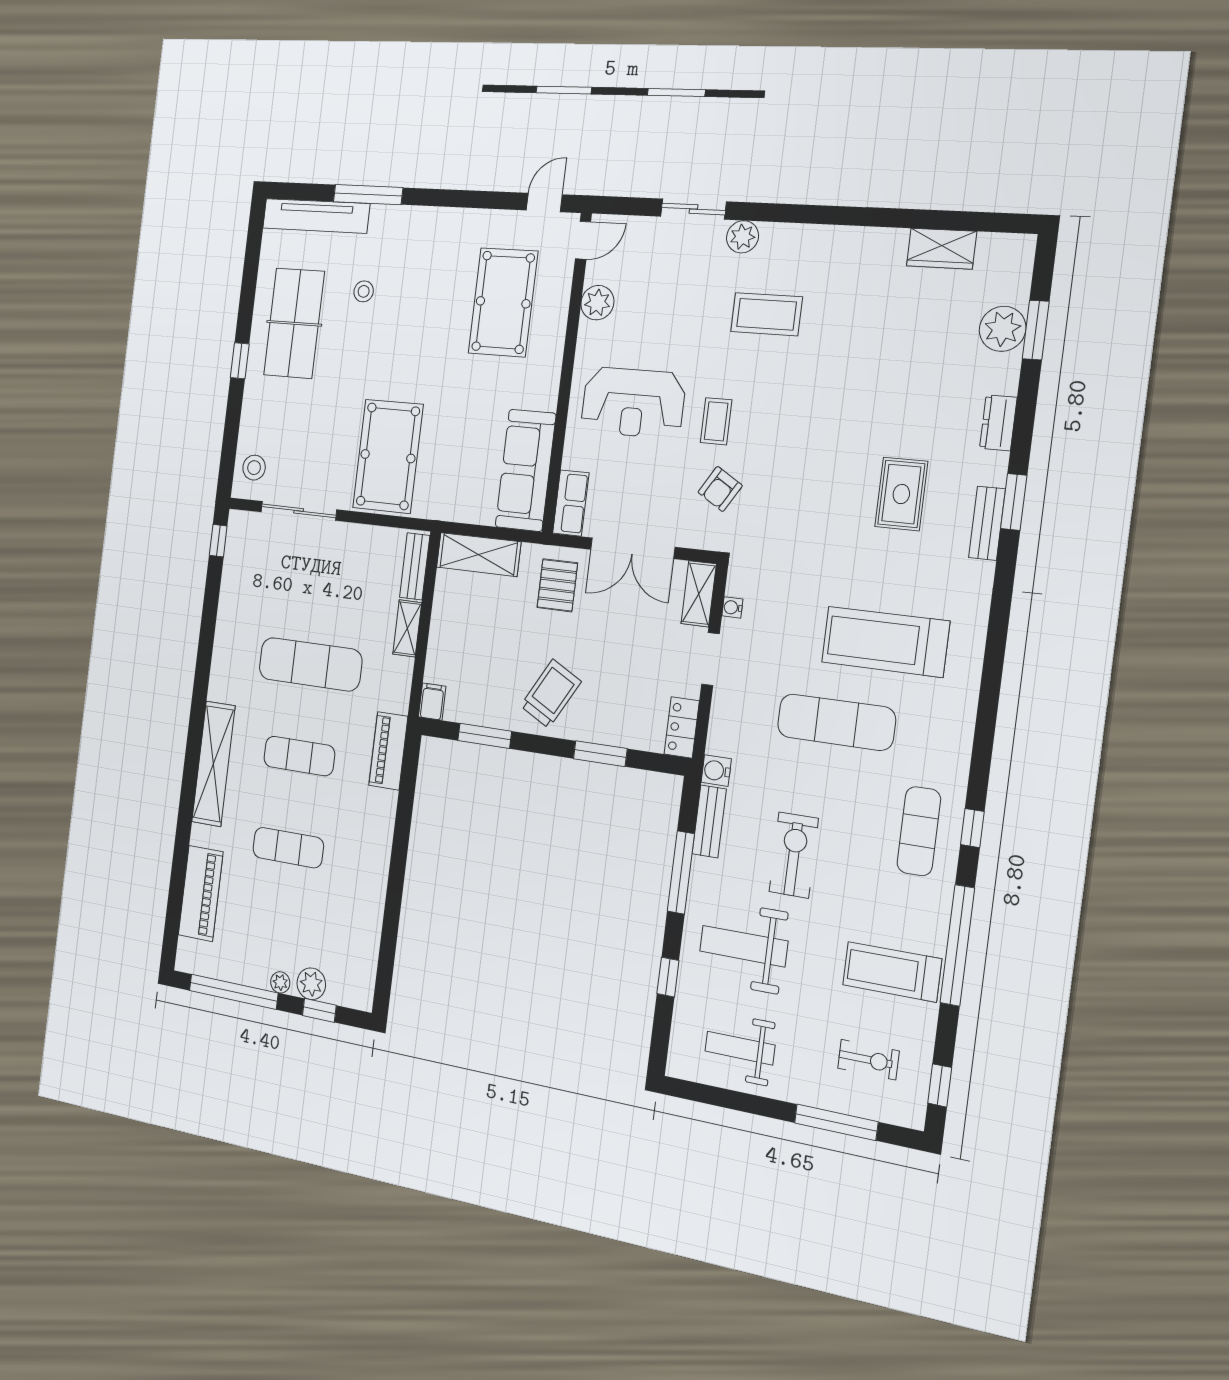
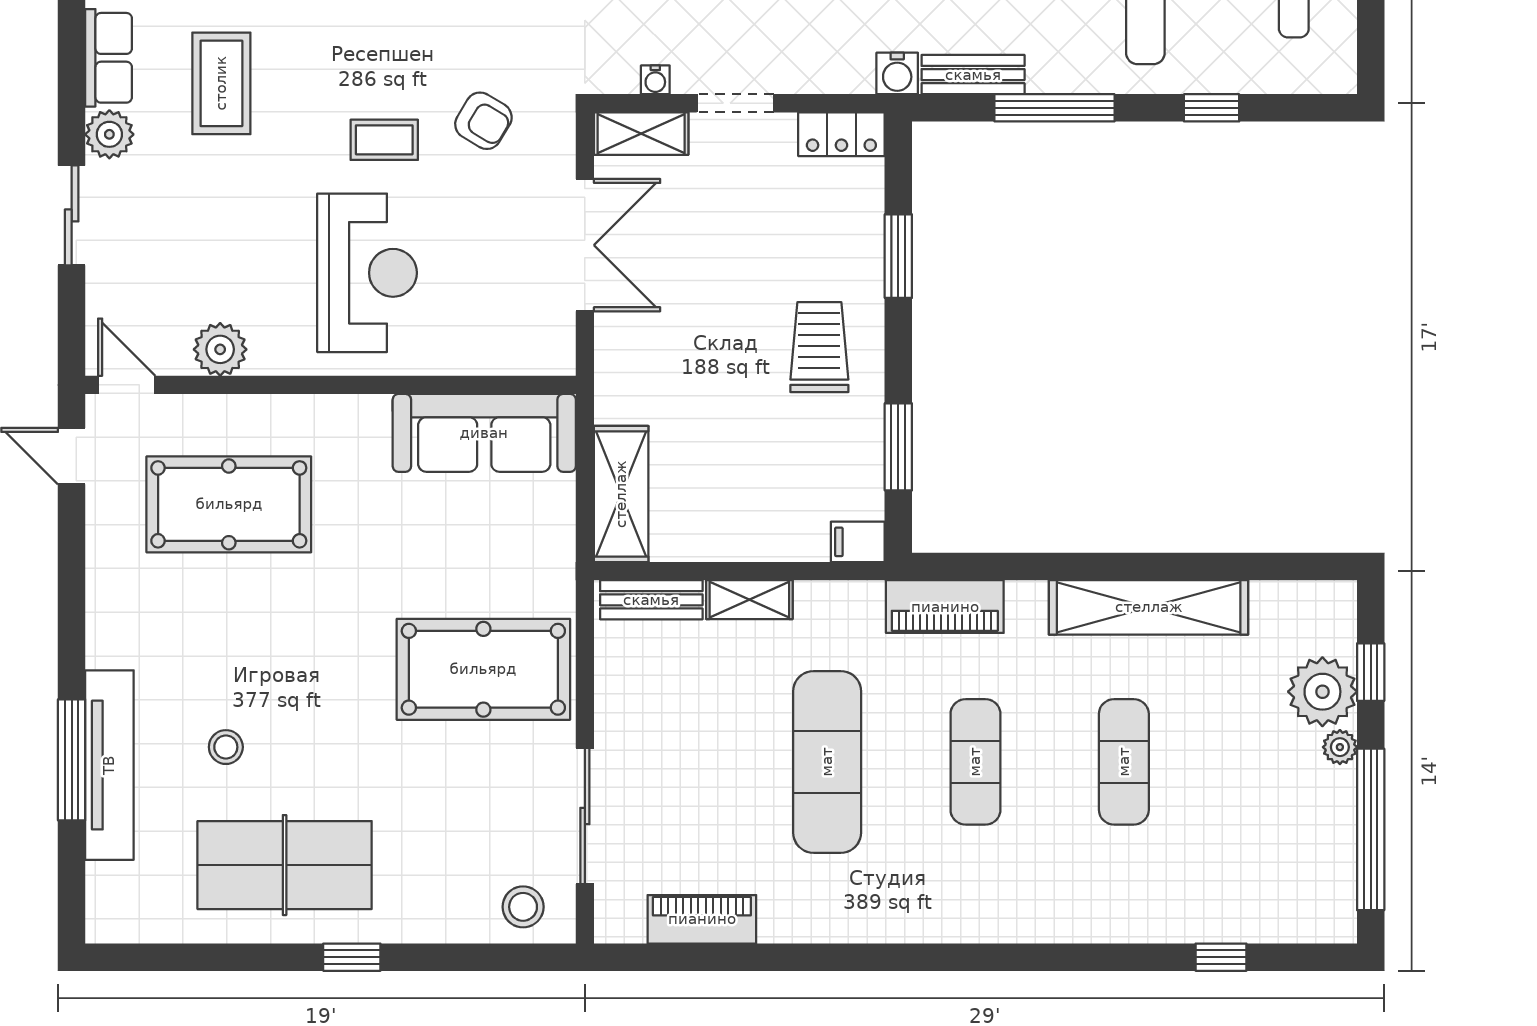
tv unit: (316, 216) -> (109, 765), moved
row of seats: (571, 503) -> (109, 58), moved, turned 90
window: (218, 541) -> (1221, 957), moved
pallet: (557, 585) -> (654, 358), removed
trolley: (551, 694) -> (819, 347), turned 61
shelving: (213, 764) -> (1149, 607), moved
piano: (201, 893) -> (702, 919), moved, width x0.73, depth x0.75
plant: (311, 984) -> (1322, 692), width x1.36, depth x1.36

